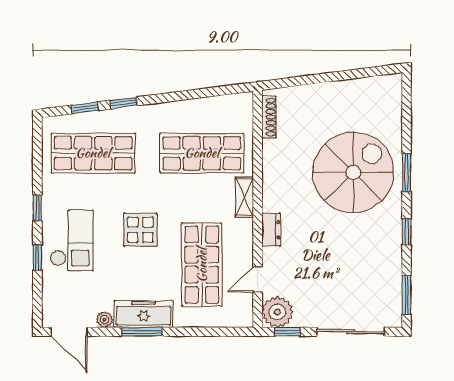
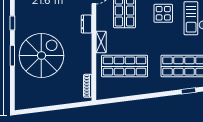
window: (124, 103) -> (167, 94), removed
spiral stairs: (353, 172) -> (41, 56), turned 180
display table: (140, 230) -> (163, 13), moved

